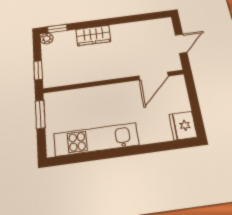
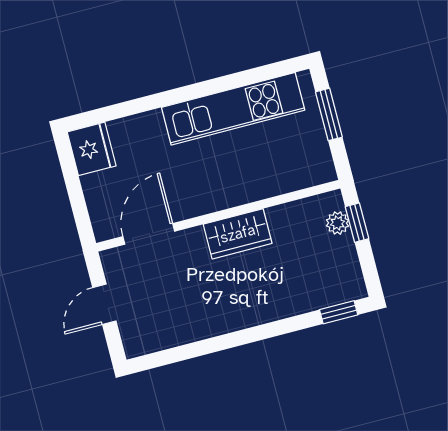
wardrobe: (93, 35) -> (238, 234), moved, turned 180
plant: (47, 39) -> (337, 223), moved
window: (40, 114) -> (329, 114), moved

